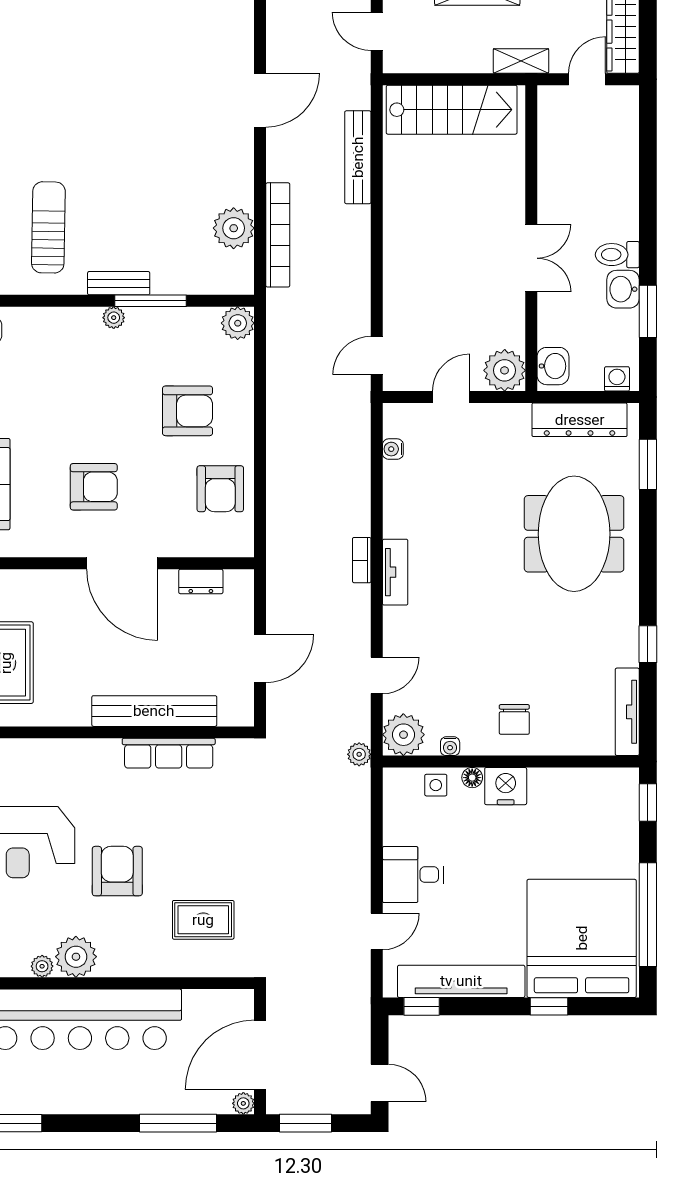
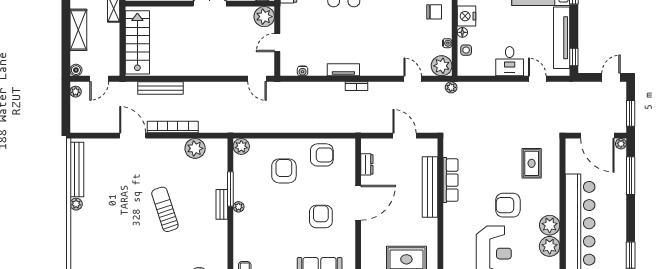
sun lounger: (48, 227) -> (165, 209), moved, turned 71
bookcase: (278, 235) -> (173, 127), moved
door: (451, 397) -> (277, 43), hinge flipped
tv unit: (395, 572) -> (343, 70), moved
plant: (42, 966) -> (550, 246), width x1.88, depth x1.88

